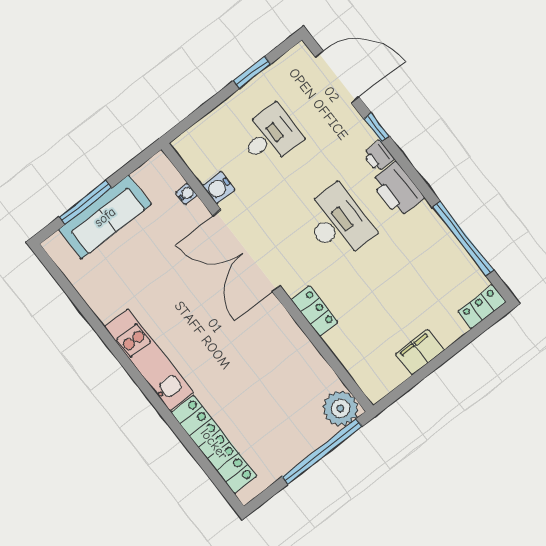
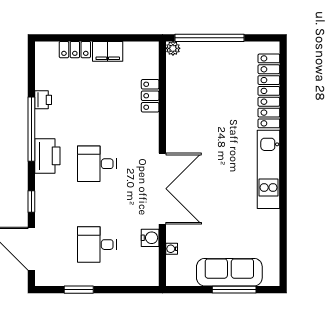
printer: (378, 156) -> (43, 100), moved
desk: (338, 223) -> (97, 164), width x0.73
window: (463, 239) -> (31, 129), moved
locker: (482, 307) -> (75, 50), moved
locker: (314, 311) -> (150, 96), moved
plant: (341, 408) -> (173, 48), width x0.53, depth x0.53

